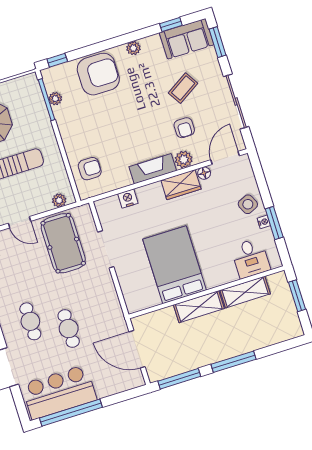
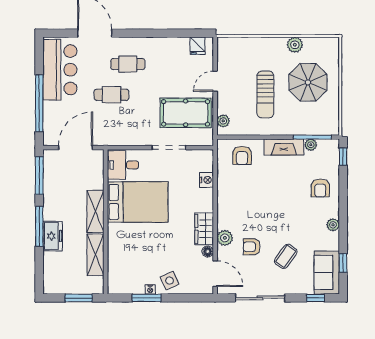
window: (218, 42) -> (316, 298), width x0.67
armchair: (98, 74) -> (320, 188), width x0.53, depth x0.53
coffee table: (183, 88) -> (286, 256), turned 68
fireplace: (153, 169) -> (284, 147), moved, turned 90
desk: (250, 258) -> (123, 165), moved
freezer: (239, 344) -> (53, 236), added
window: (71, 413) -> (39, 103), moved

